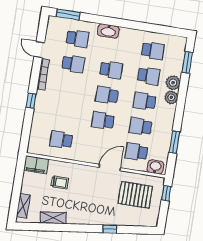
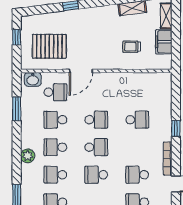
plant: (173, 83) -> (28, 172), removed
school desk: (145, 101) -> (55, 147), turned 180
school desk: (141, 126) -> (55, 120), turned 180
school desk: (61, 140) -> (137, 120), moved
filing cabinet: (36, 165) -> (164, 42), moved, turned -90
window: (166, 193) -> (17, 37), moved

